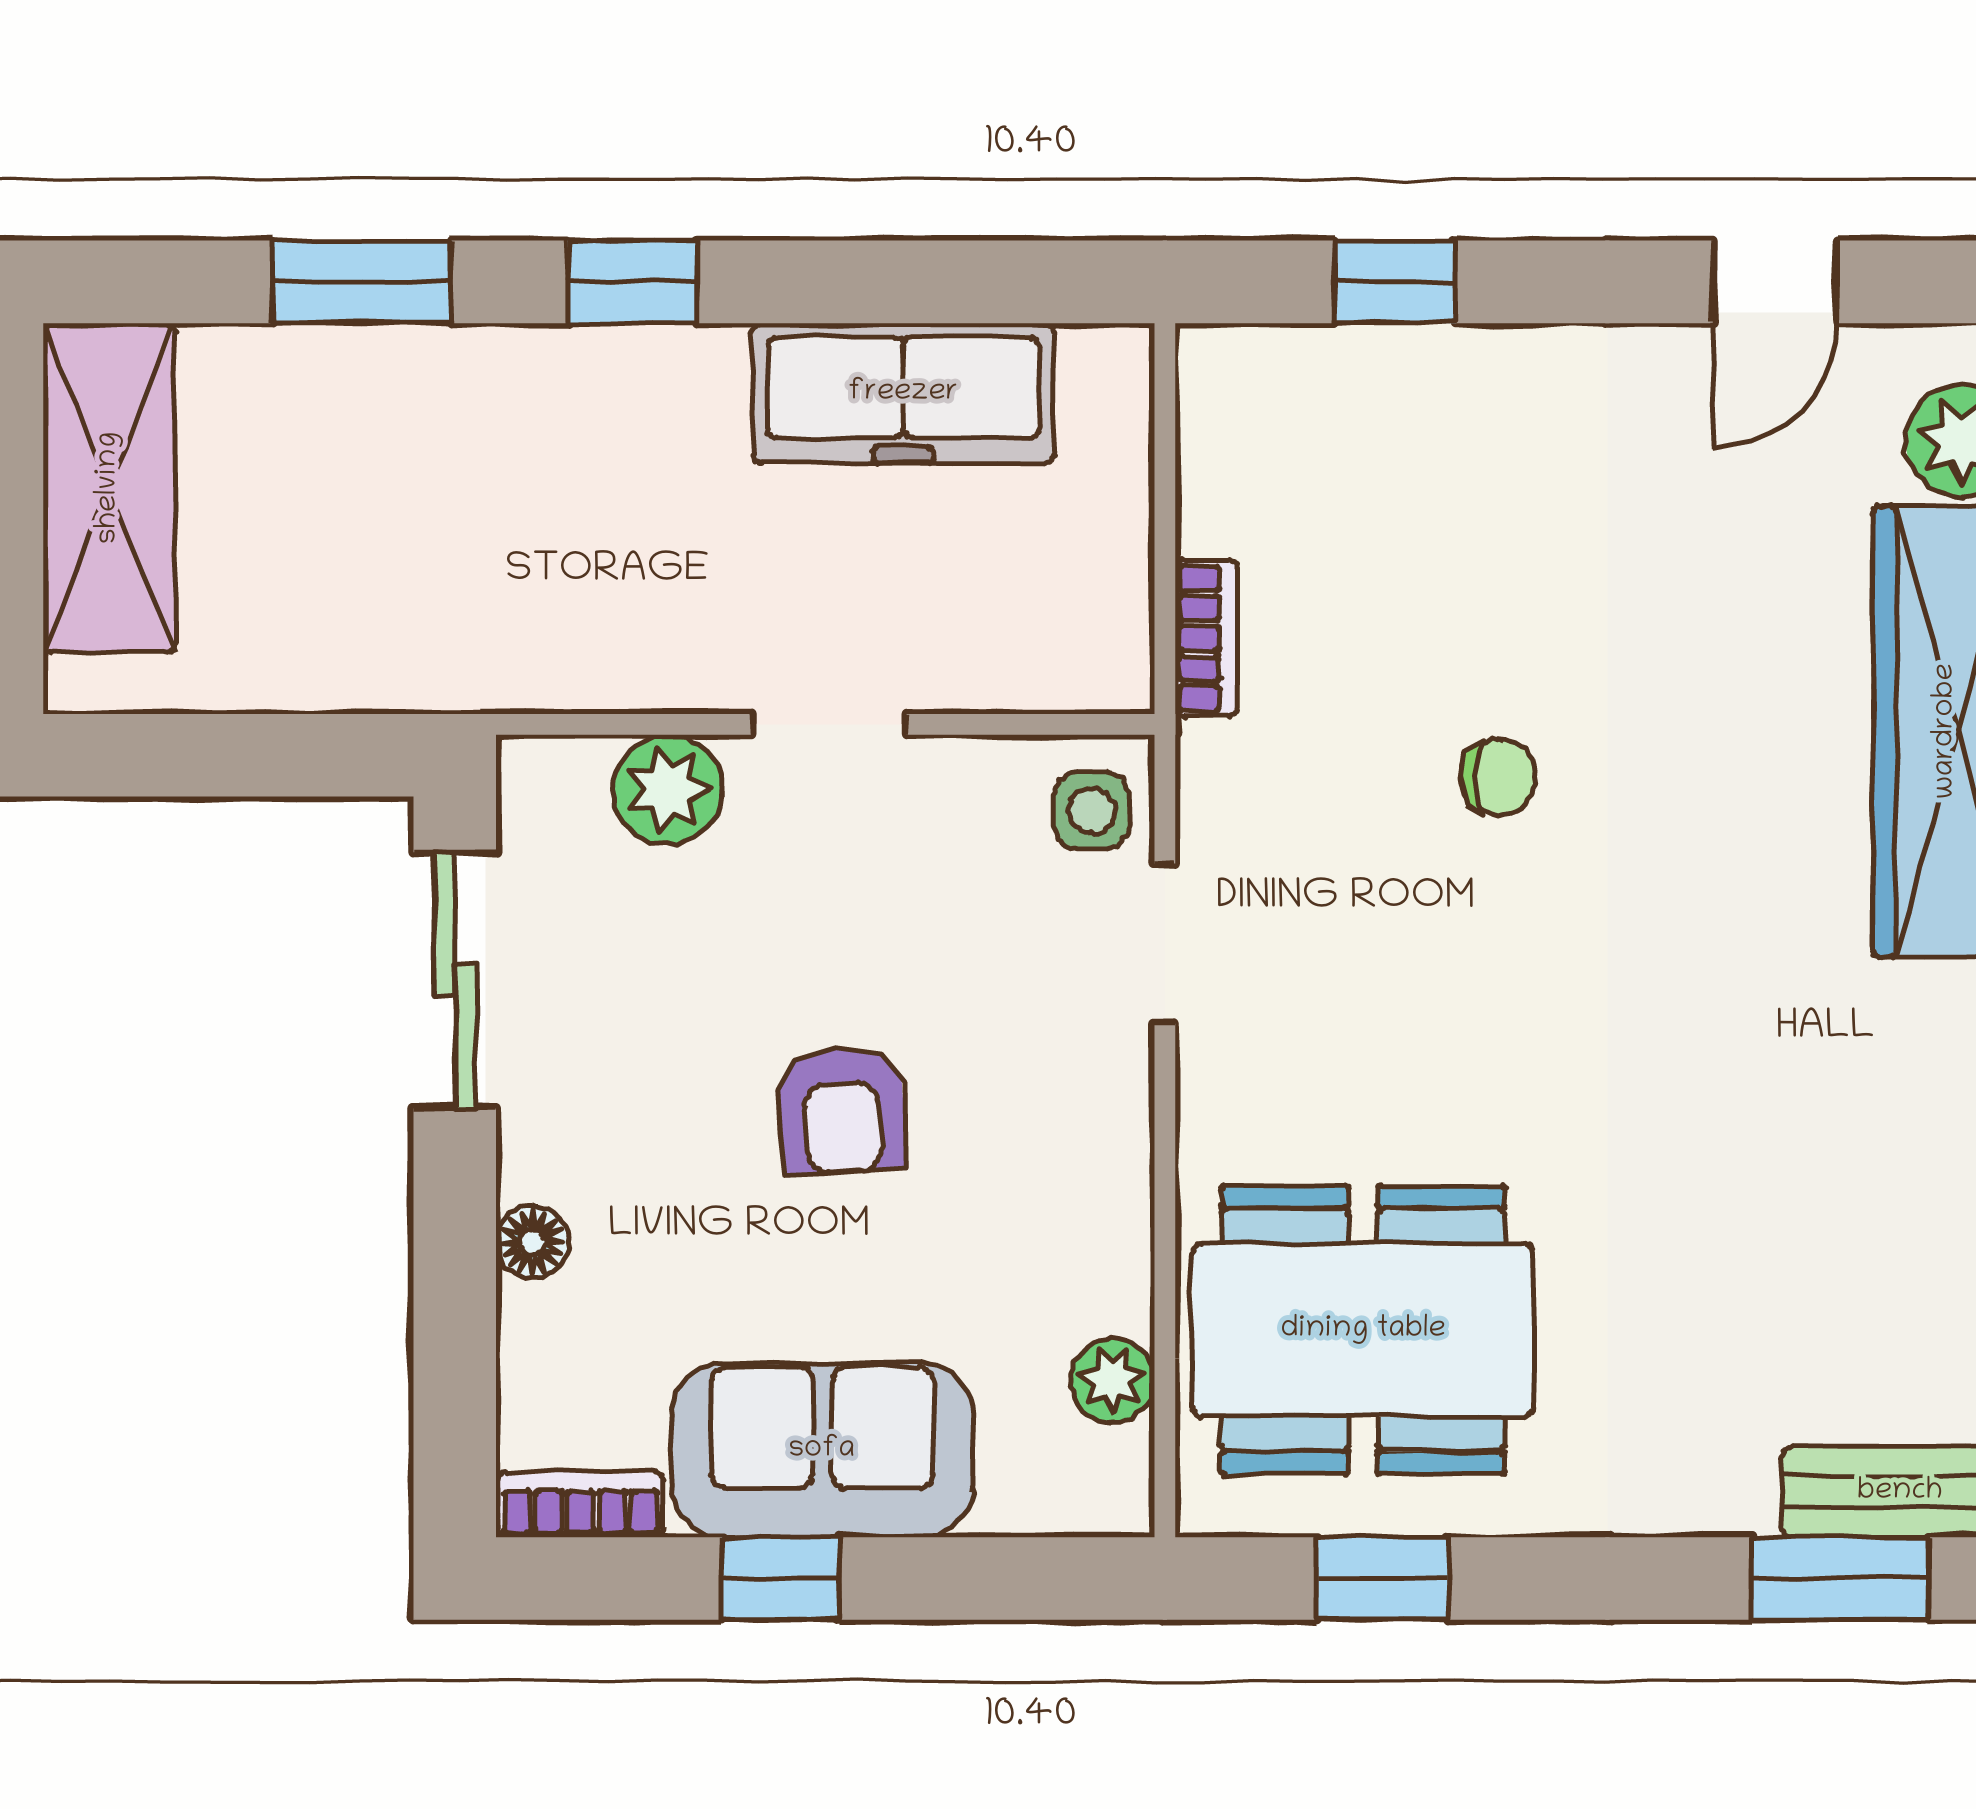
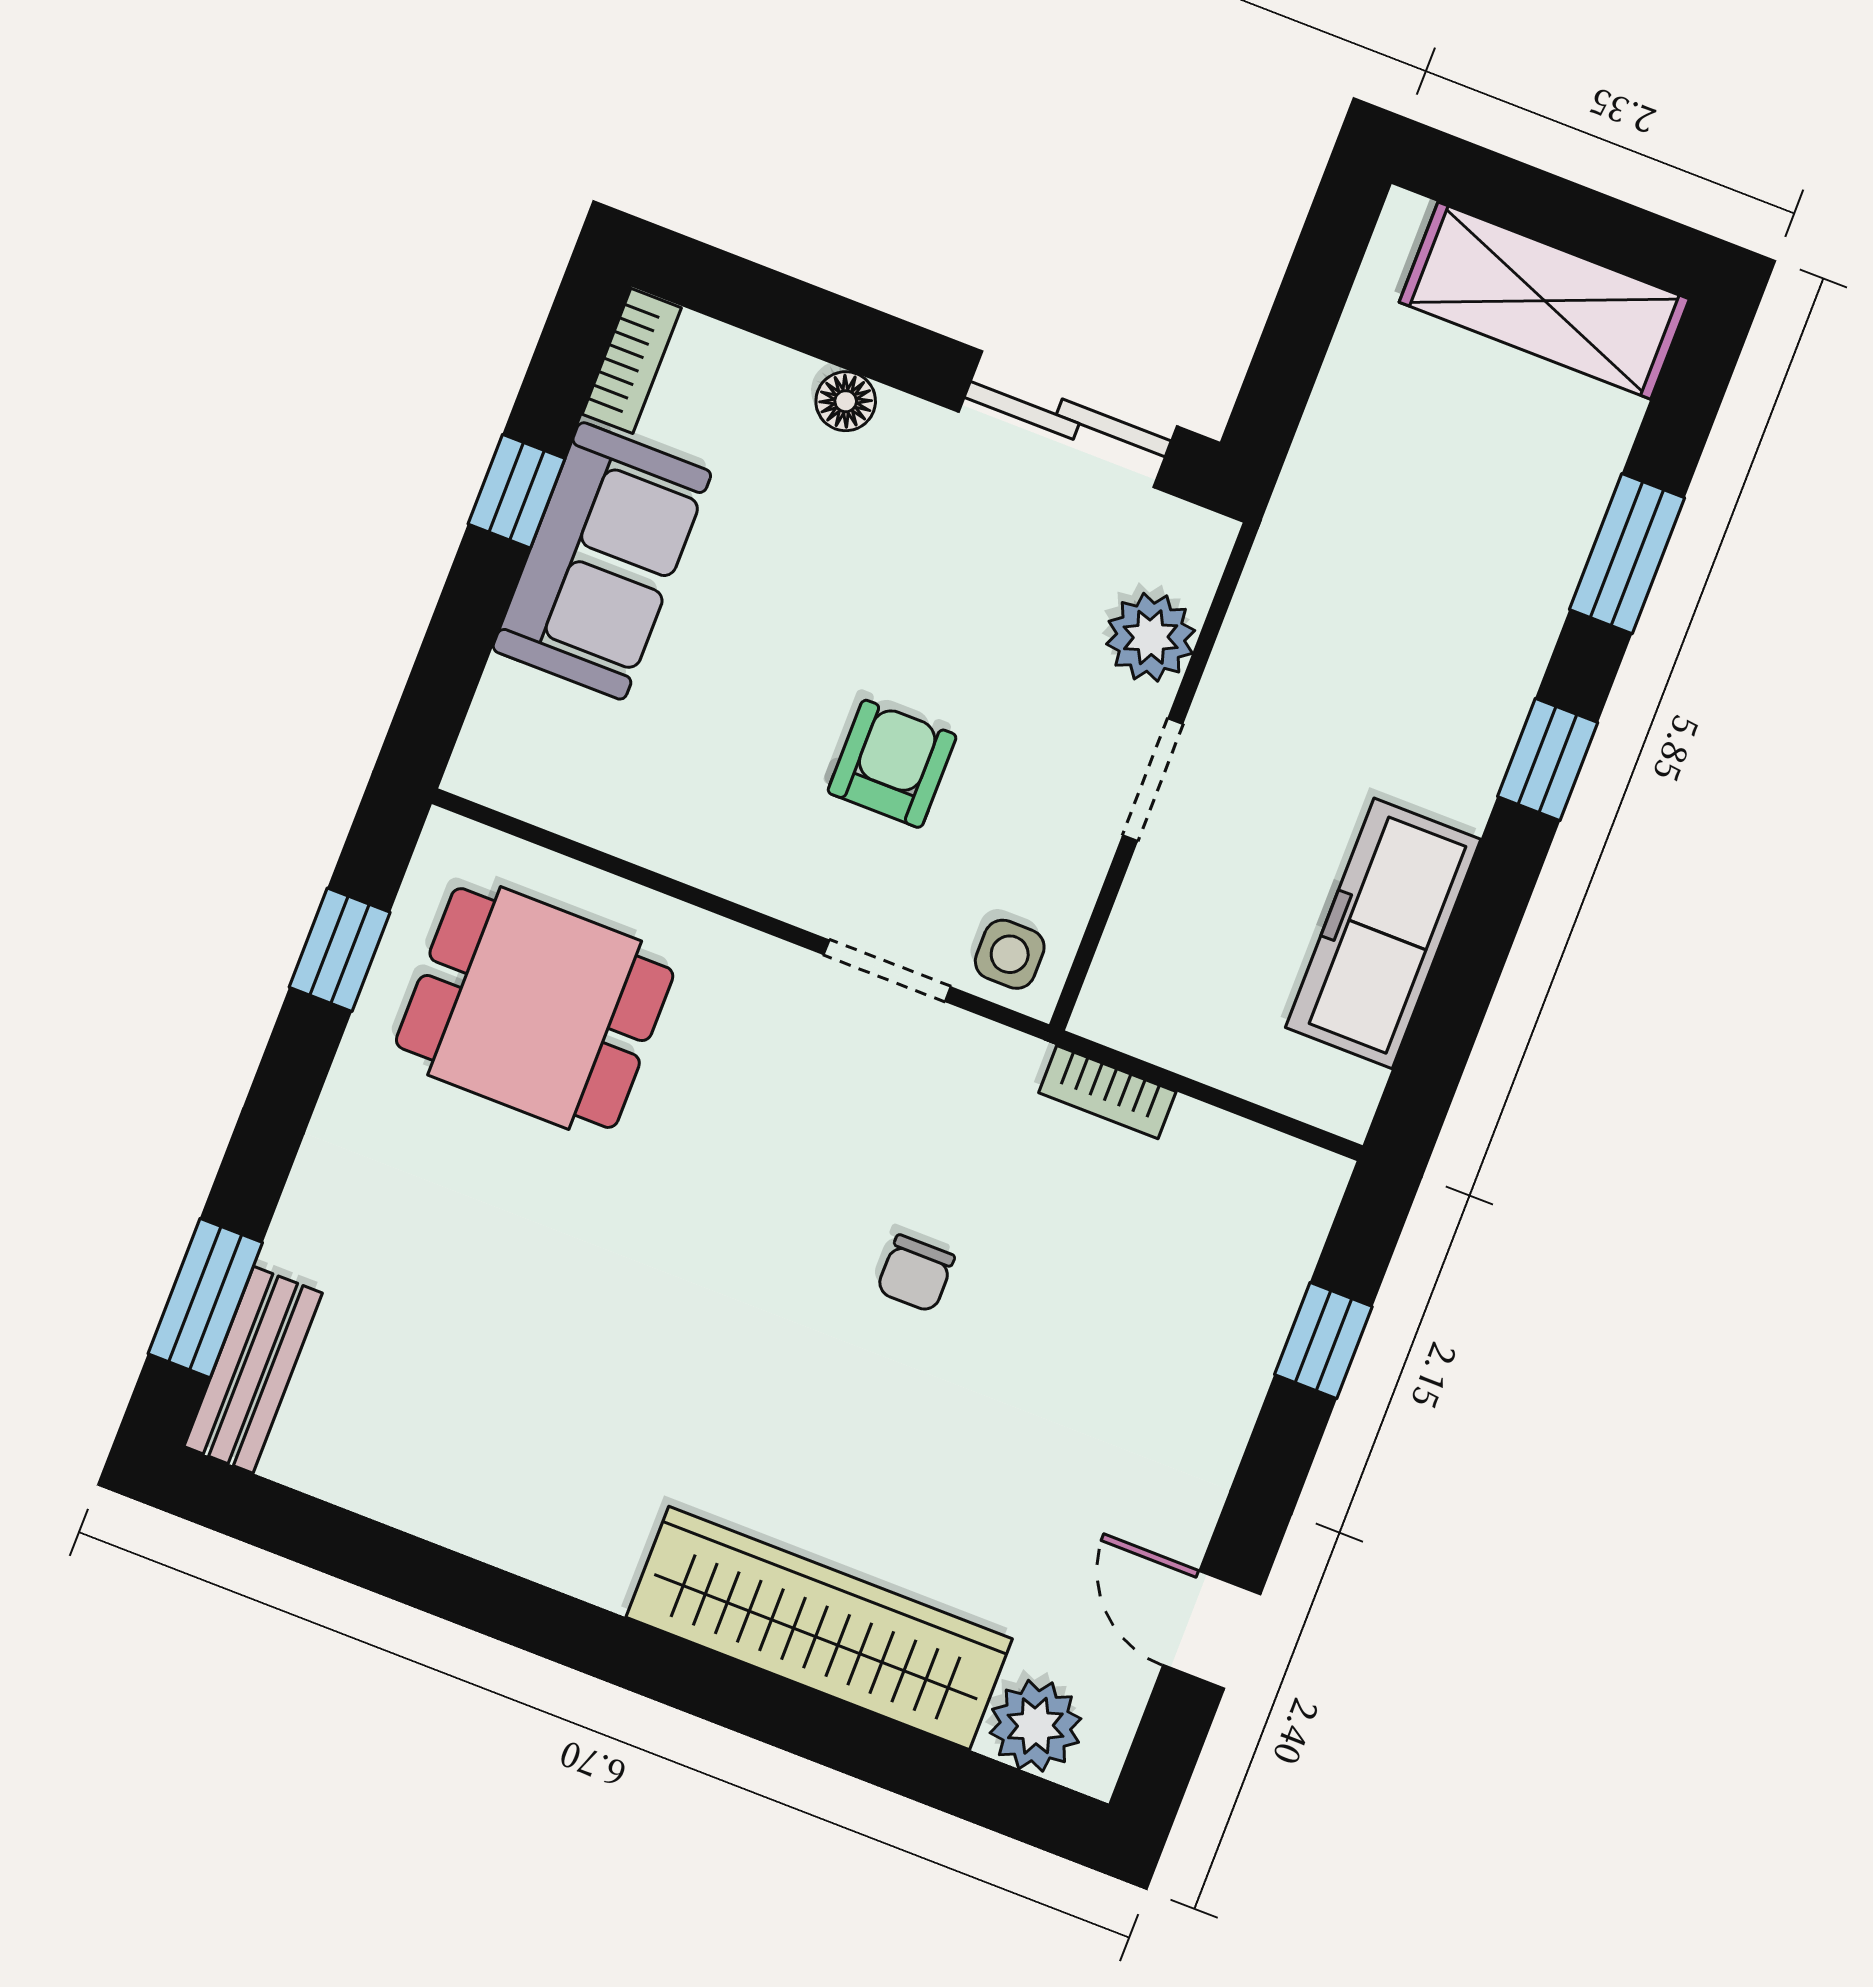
armchair: (842, 1110) -> (892, 764), moved, turned 94
dining table: (1363, 1330) -> (535, 1008), width x0.73
plant: (1113, 1380) -> (570, 803), removed

